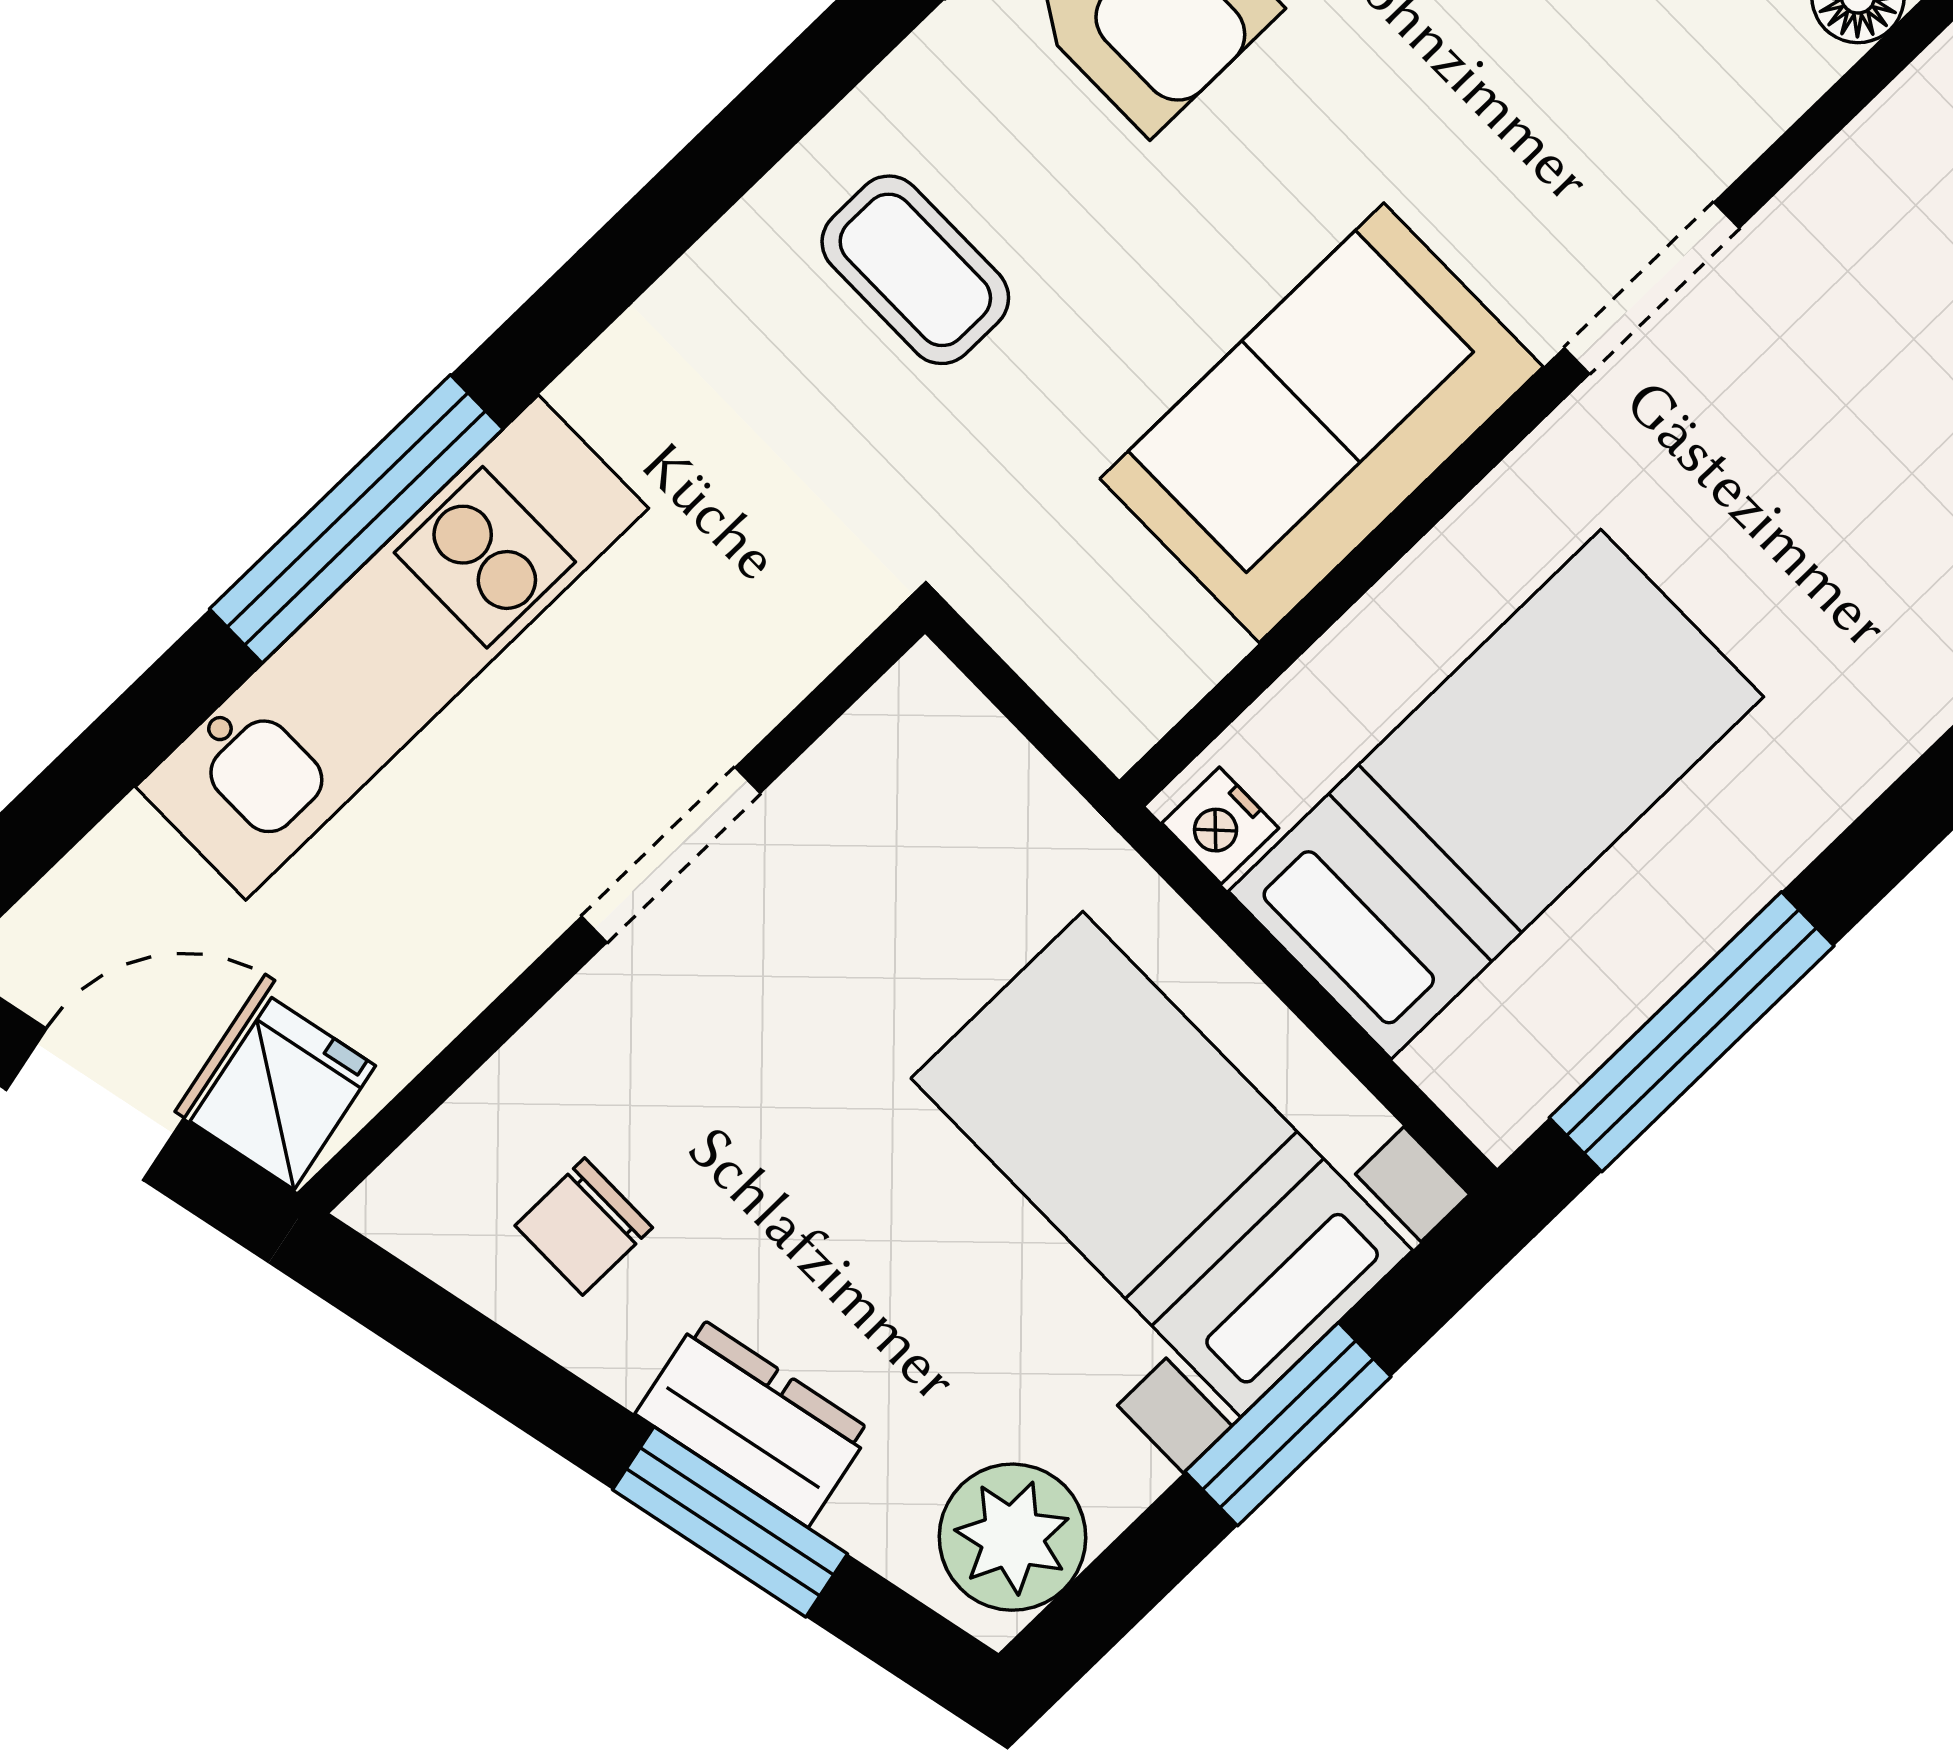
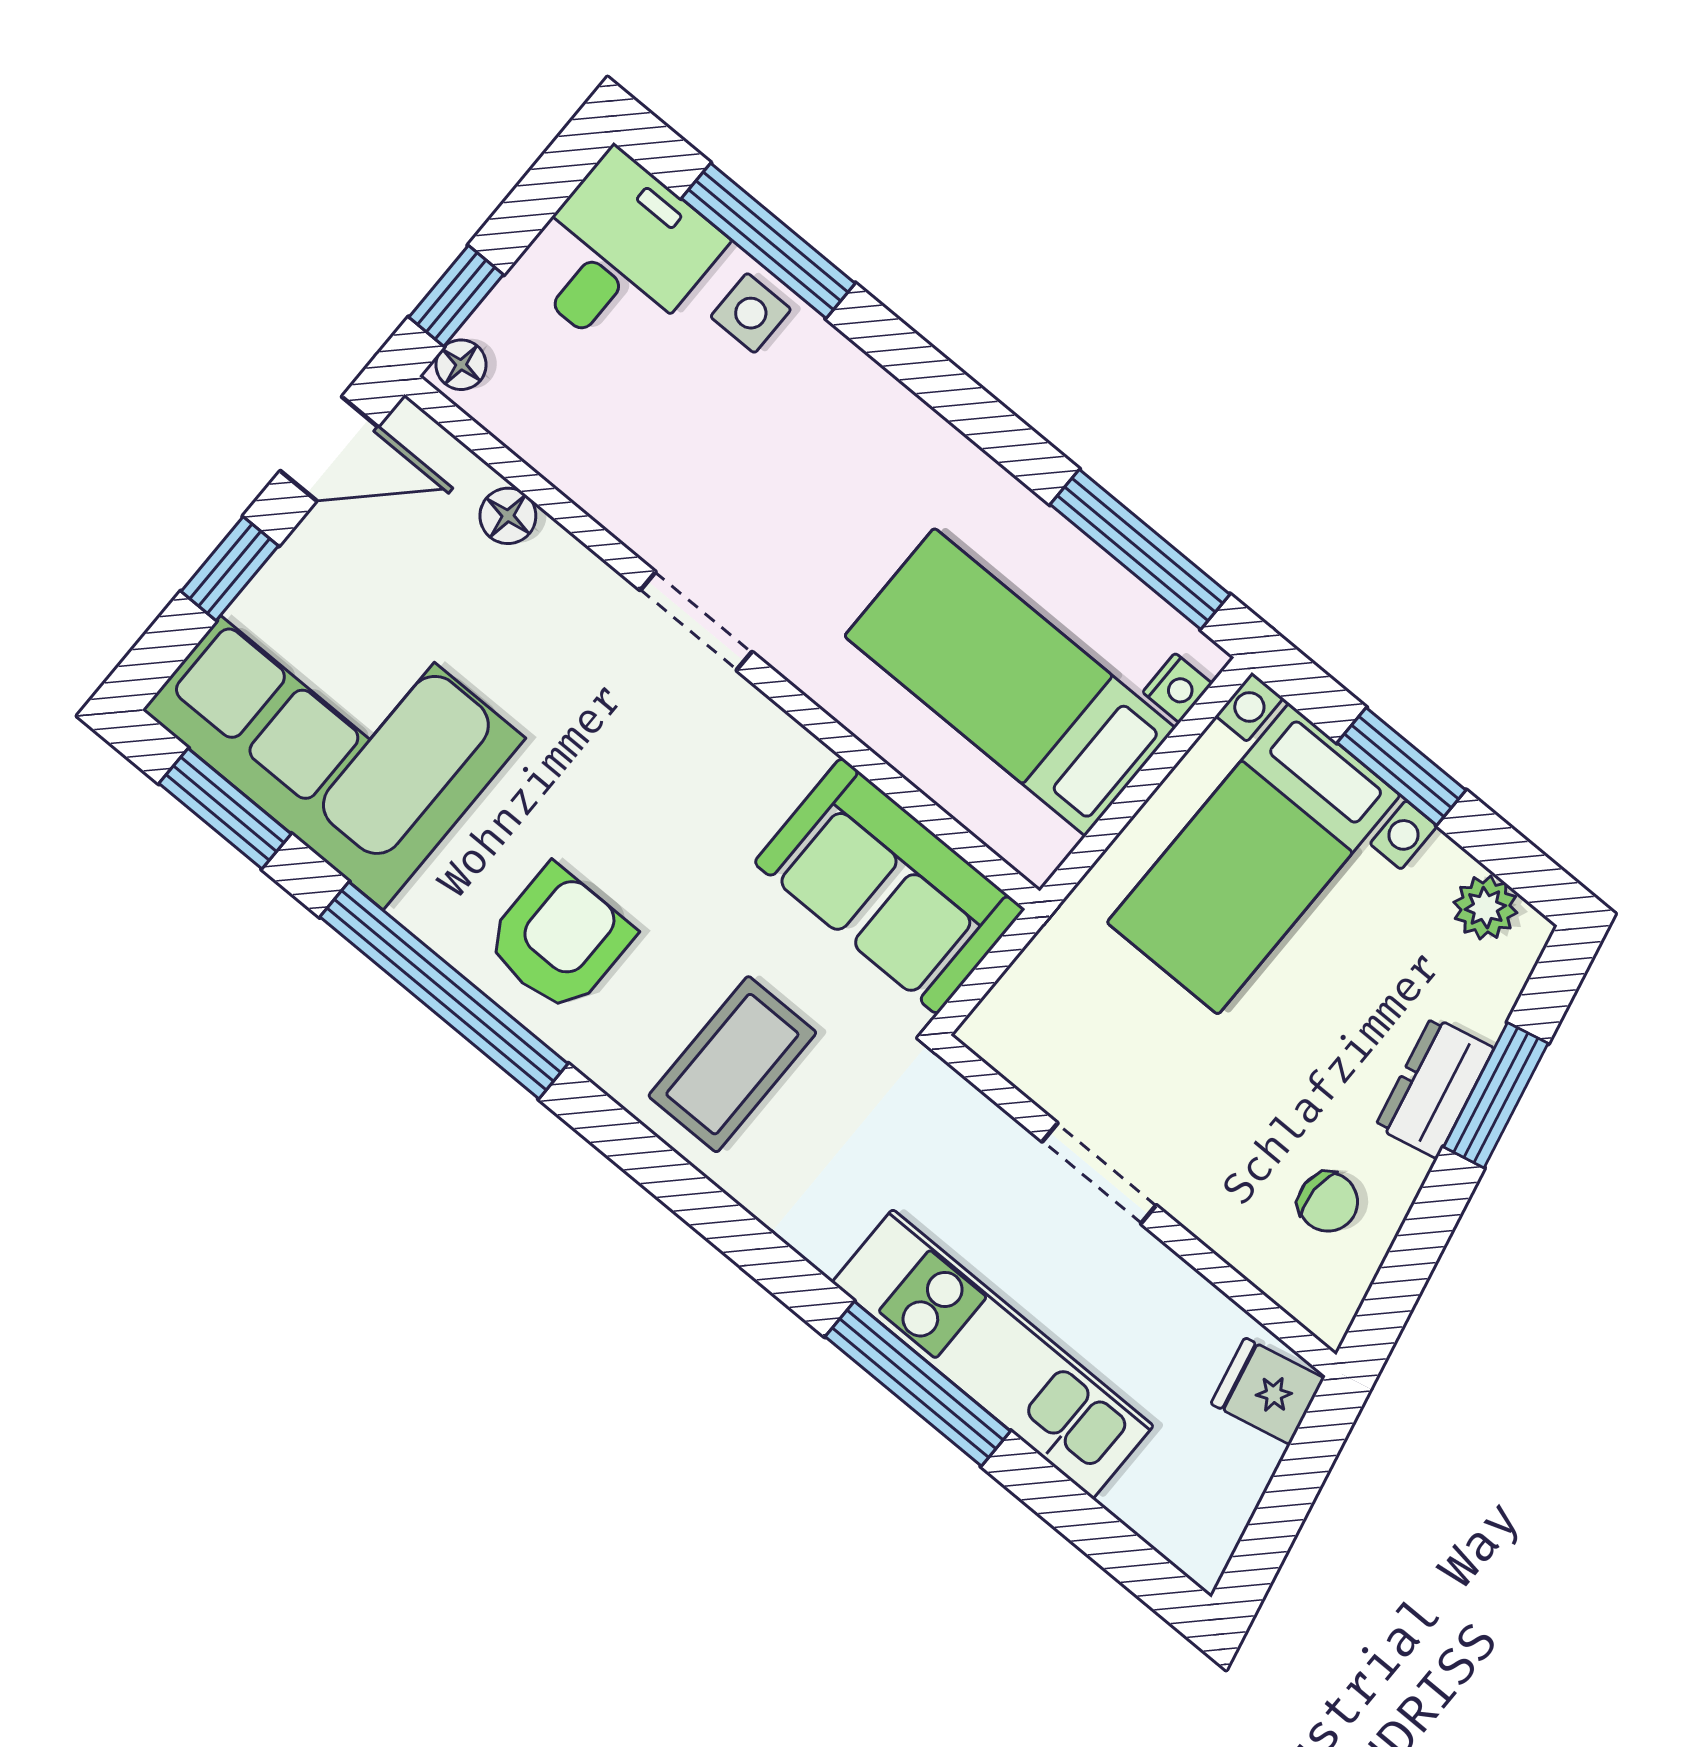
coffee table: (915, 270) -> (732, 1064), width x1.36, depth x1.30
sofa: (1322, 423) -> (889, 886), moved
nightstand: (1220, 826) -> (1177, 688), moved
door: (95, 1104) -> (1286, 1503), removed
plant: (1013, 1537) -> (1485, 908), width x0.73, depth x0.73

